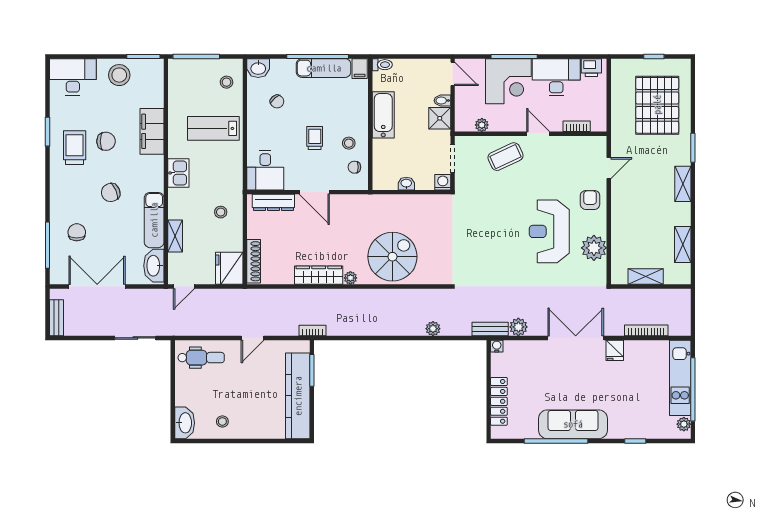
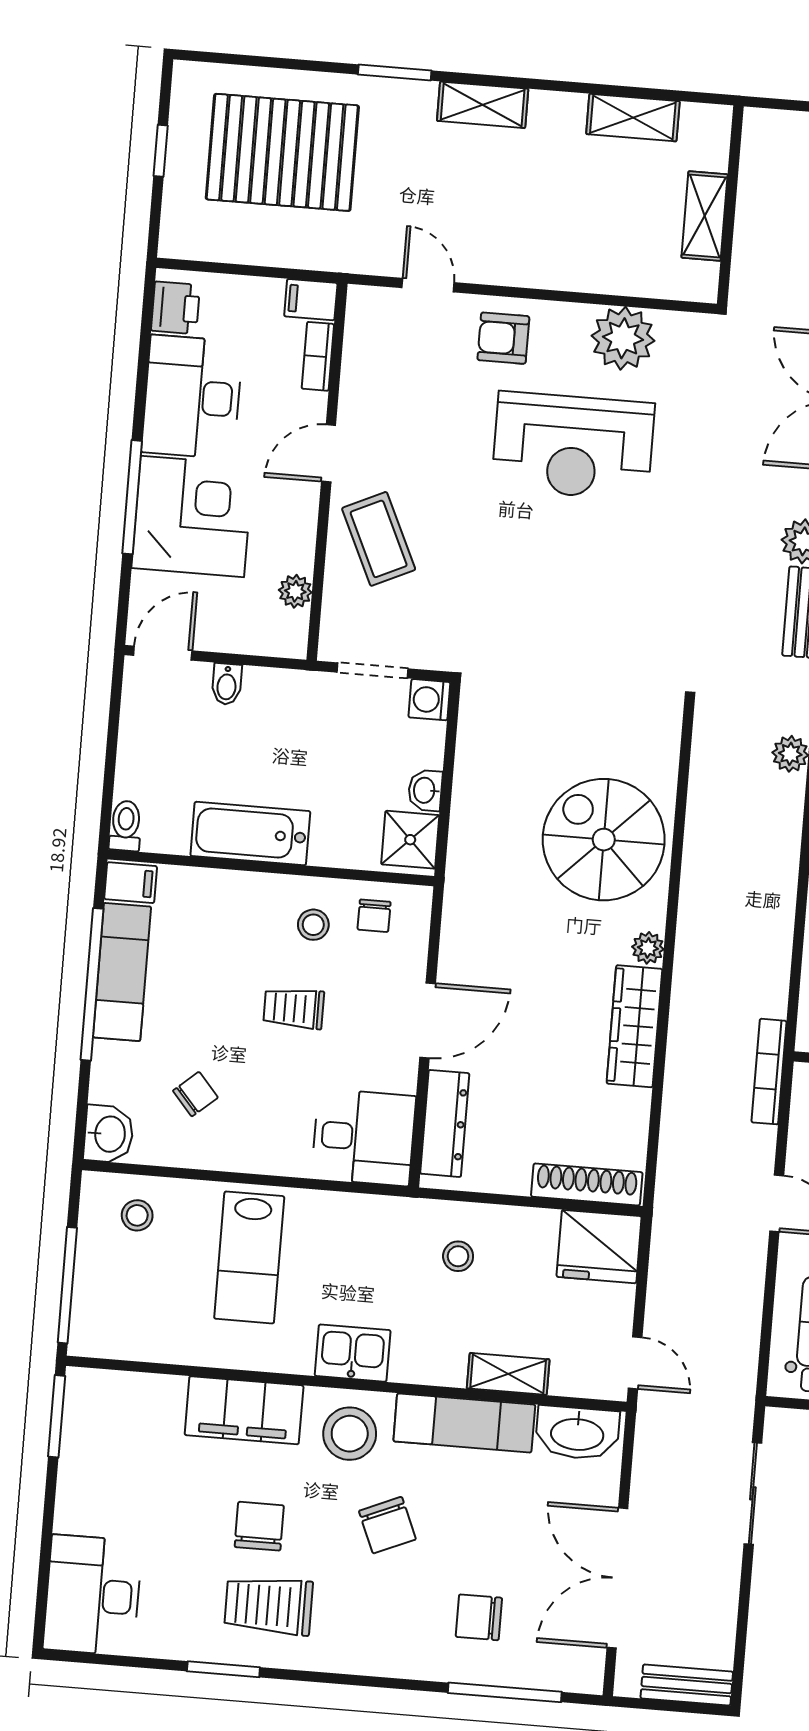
stool: (119, 75) -> (350, 1434), moved
shower: (440, 118) -> (410, 840), moved
filing cabinet: (599, 122) -> (311, 300), added
bookcase: (312, 331) -> (769, 1072), width x1.56

